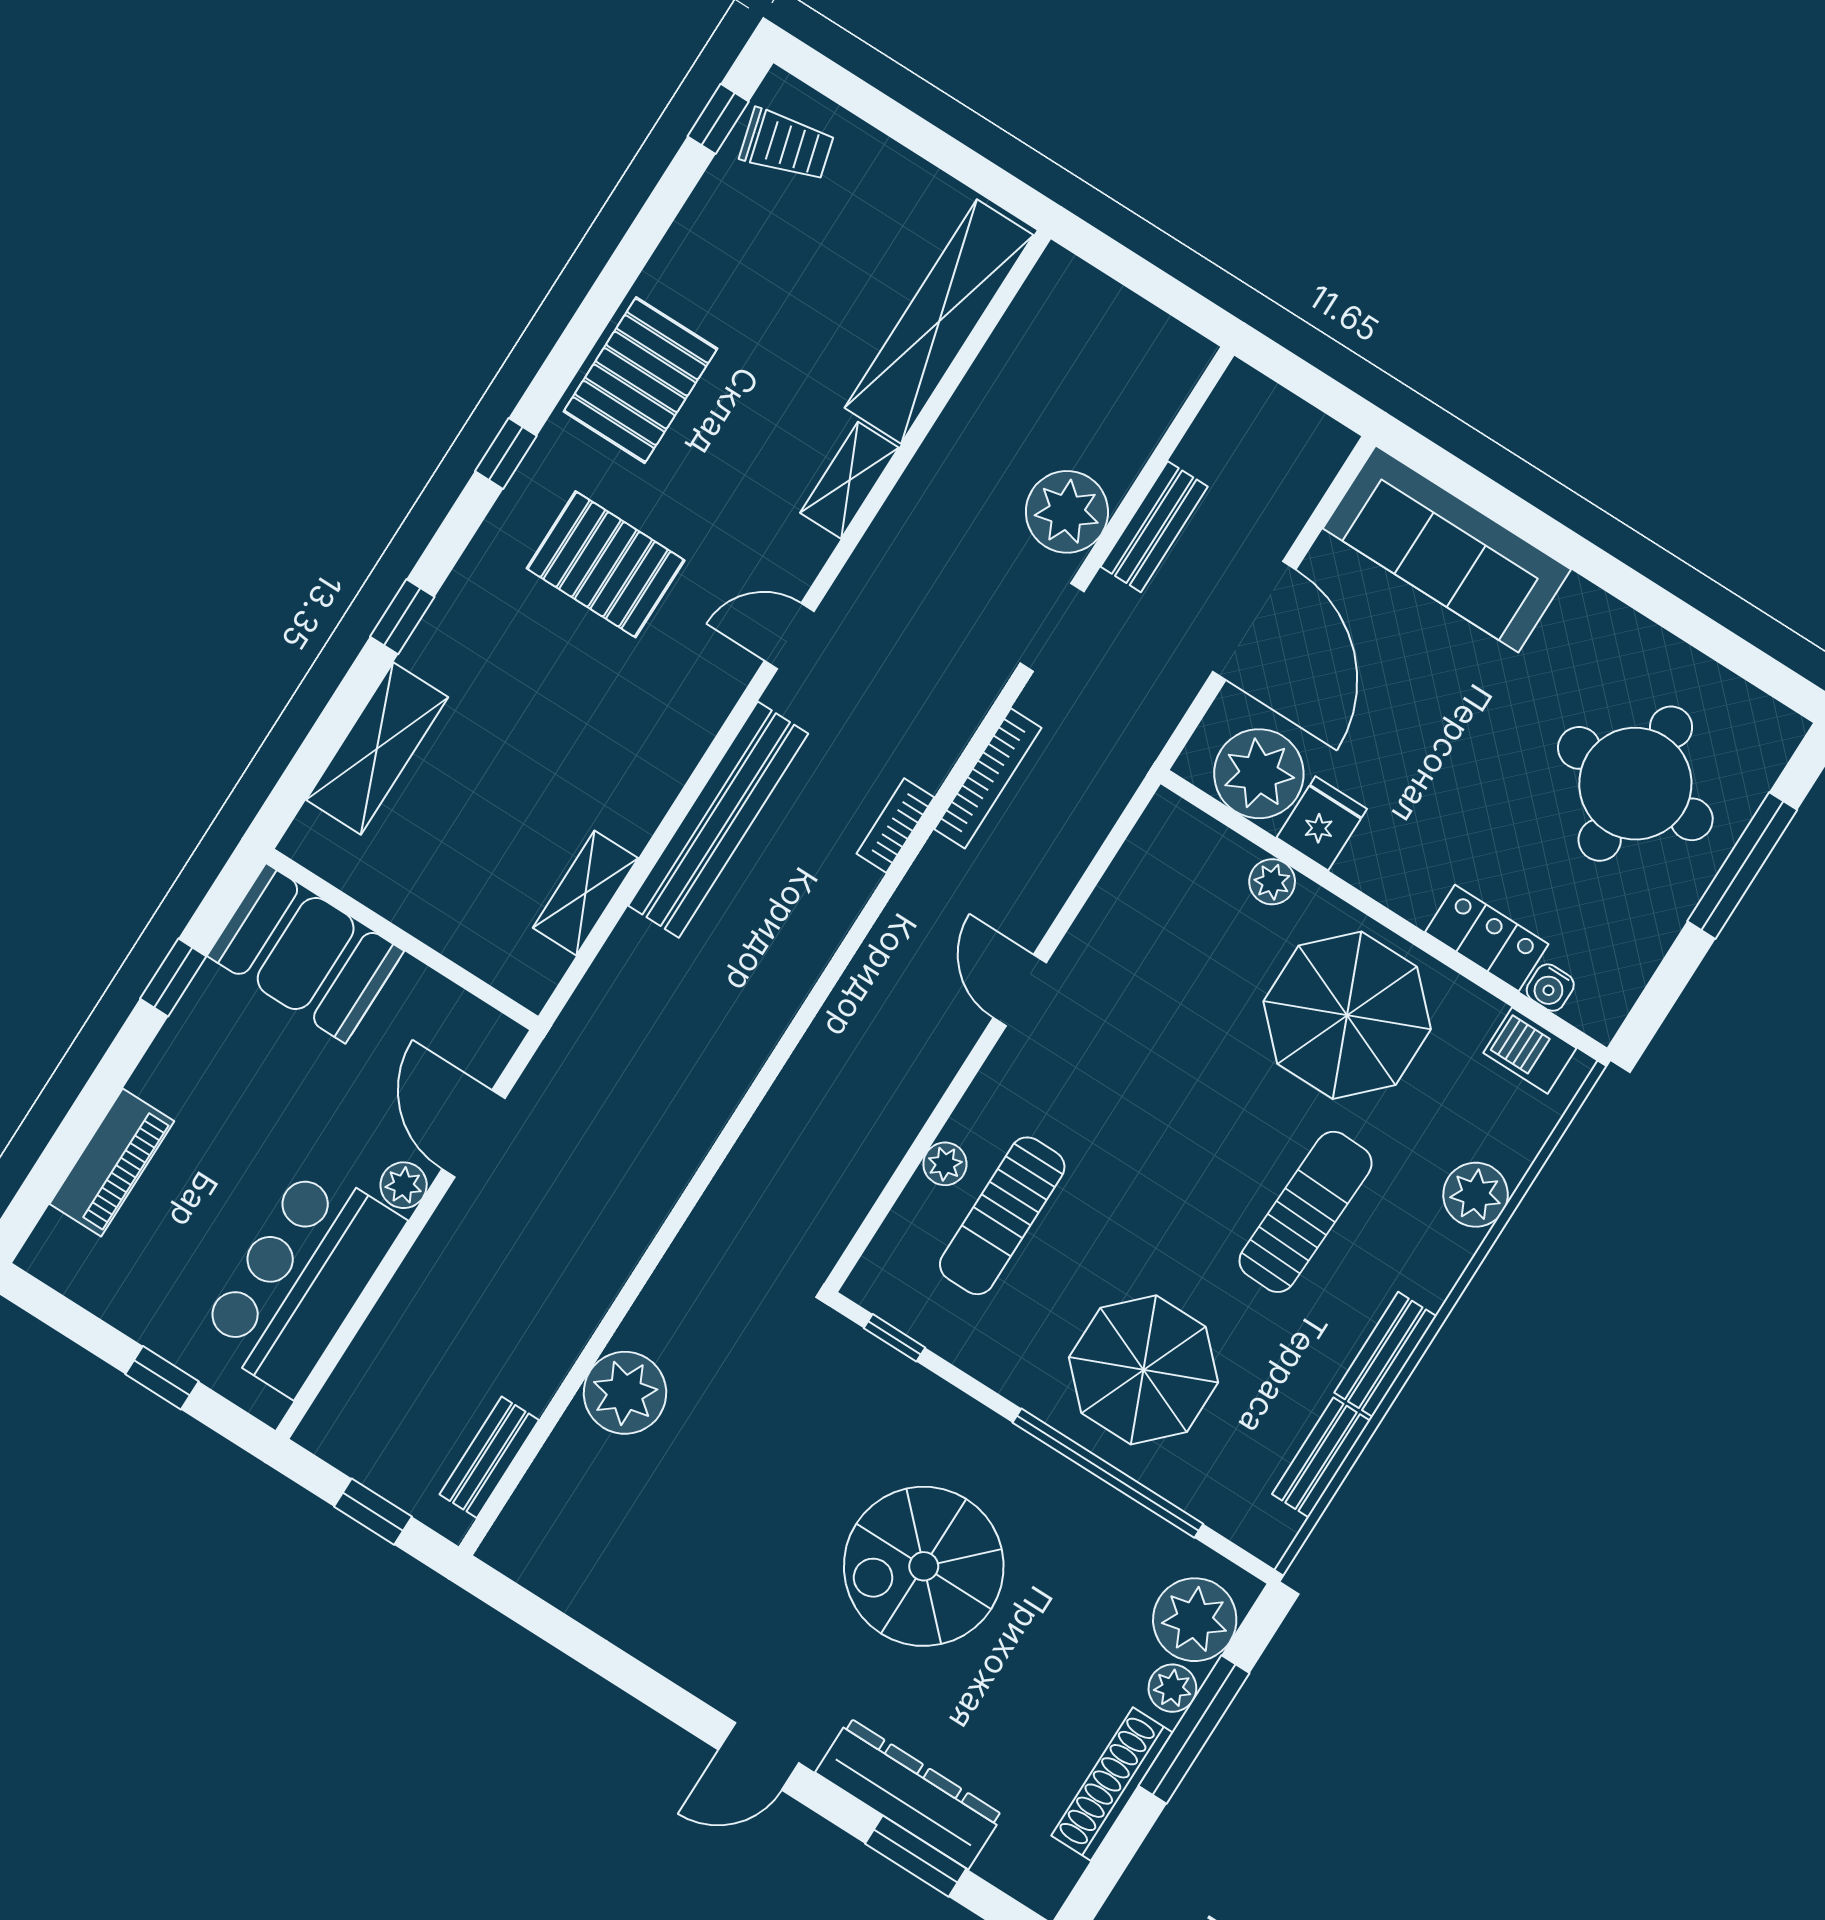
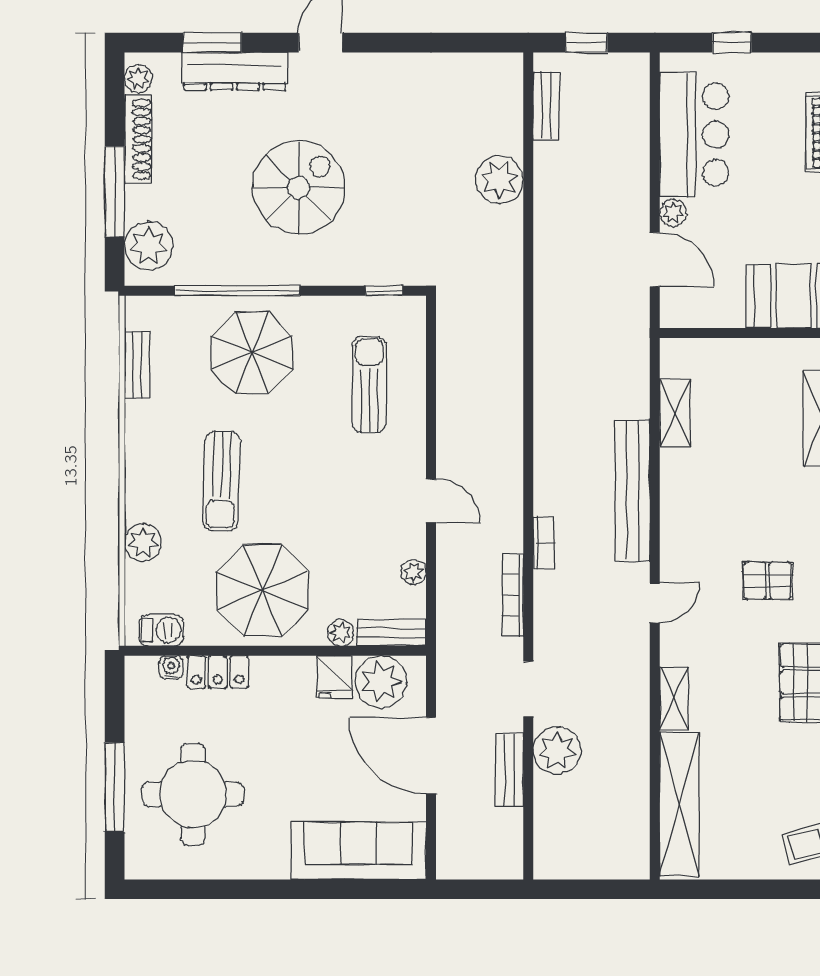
pallet: (606, 564) -> (767, 581), width x0.67, depth x0.71
plant: (945, 1164) -> (414, 572), moved
bench: (1385, 1354) -> (391, 633), moved, turned 90
plant: (1172, 1688) -> (138, 78), moved

